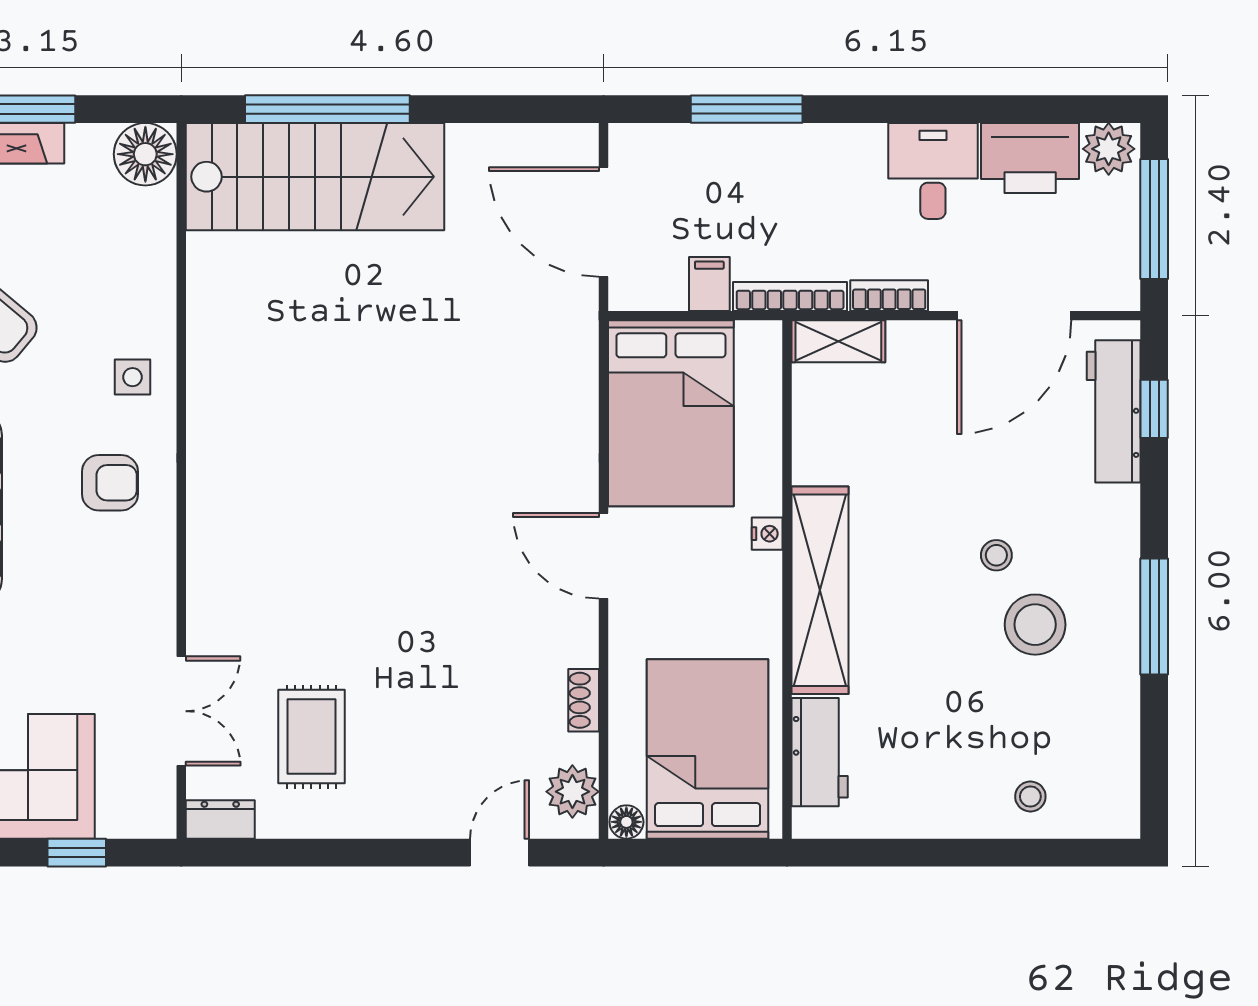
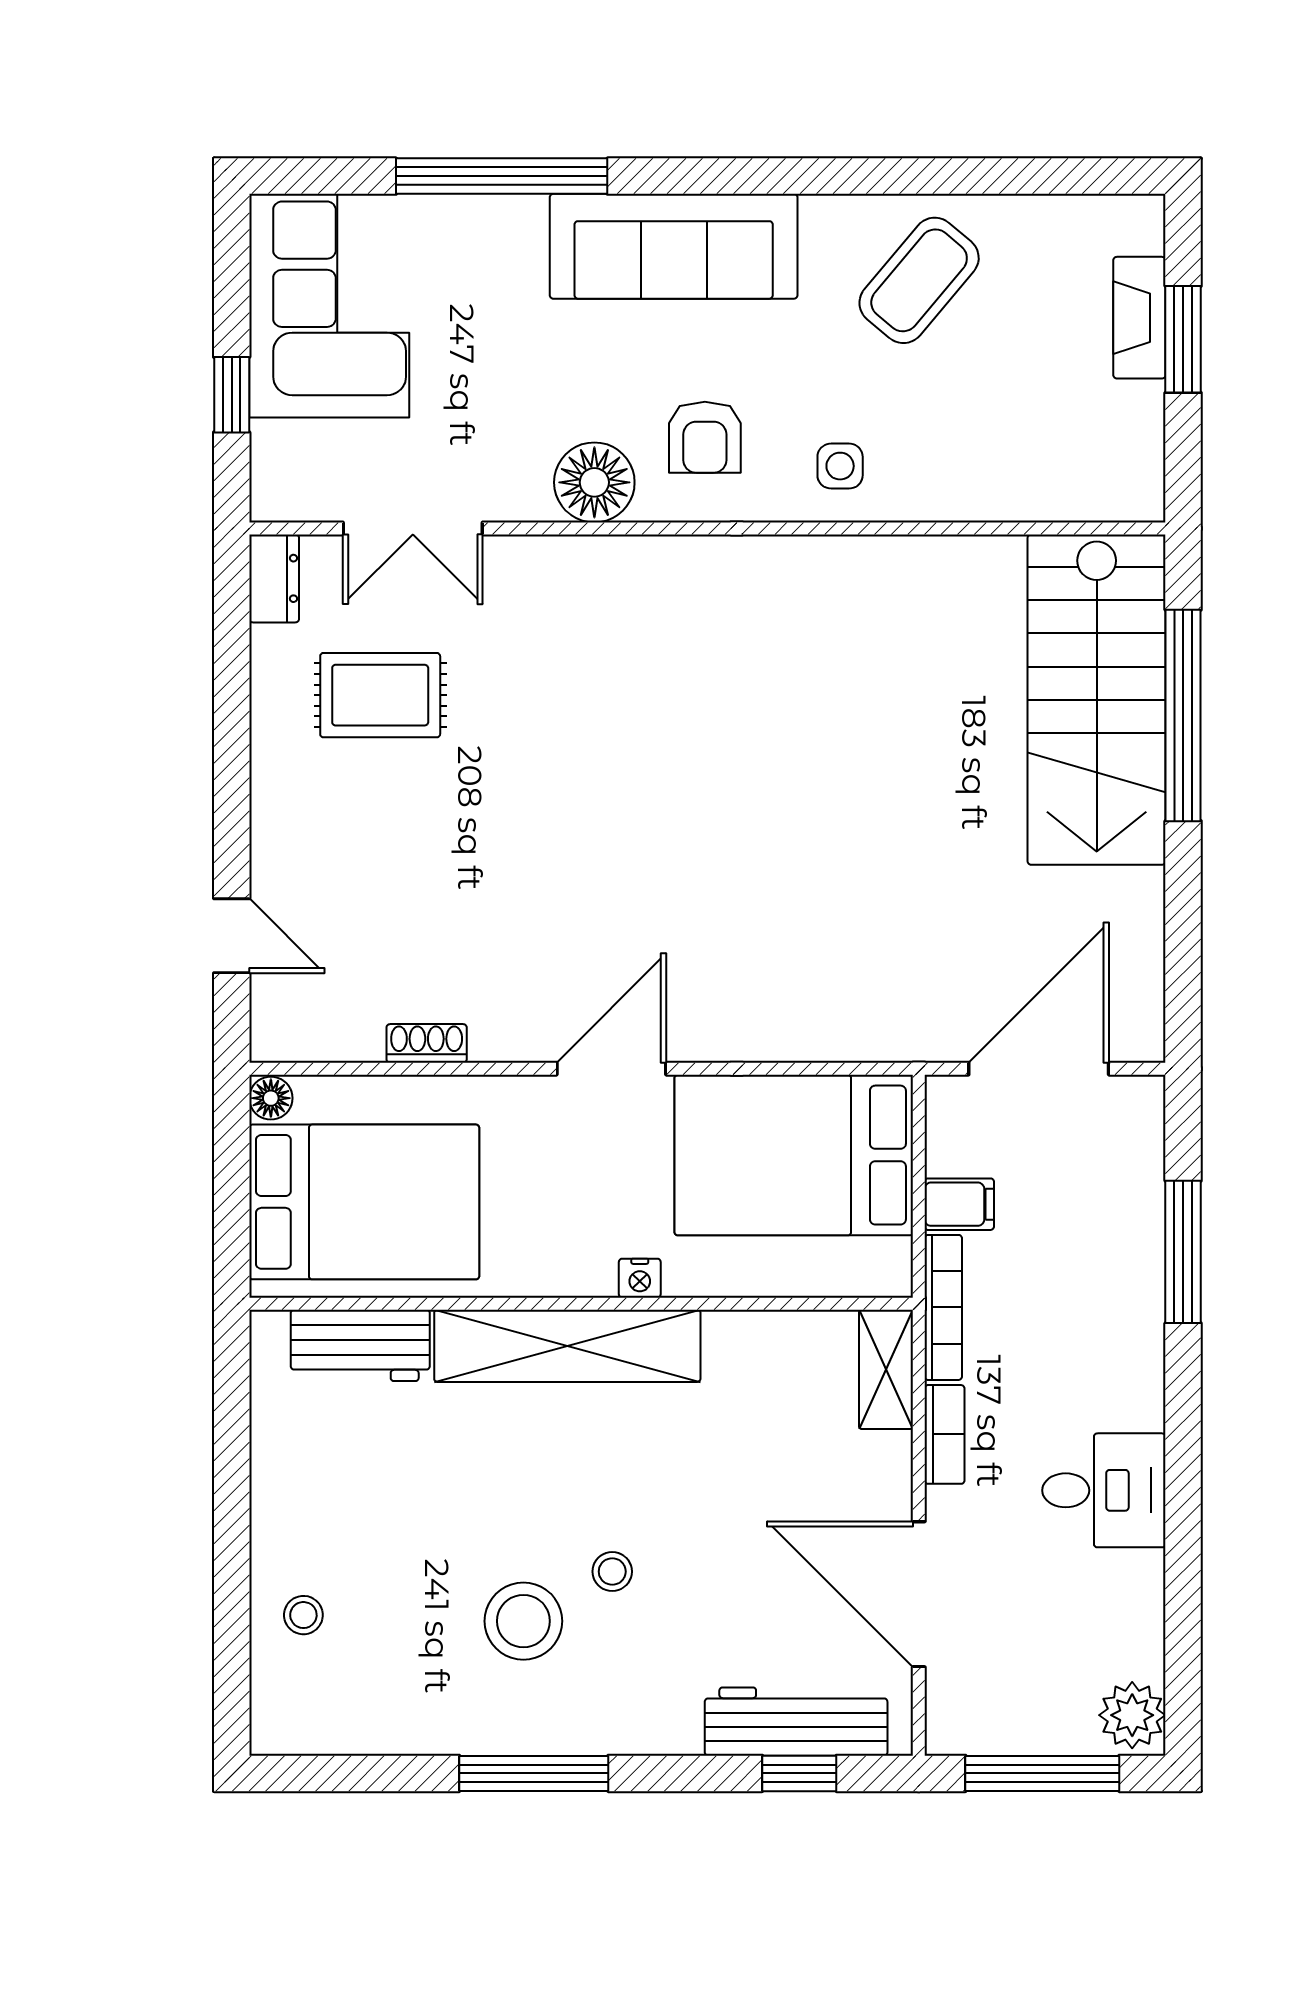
floor lamp: (145, 154) -> (594, 482), moved
printer: (1030, 158) -> (1121, 1615), removed
plant: (572, 792) -> (310, 1029), removed

